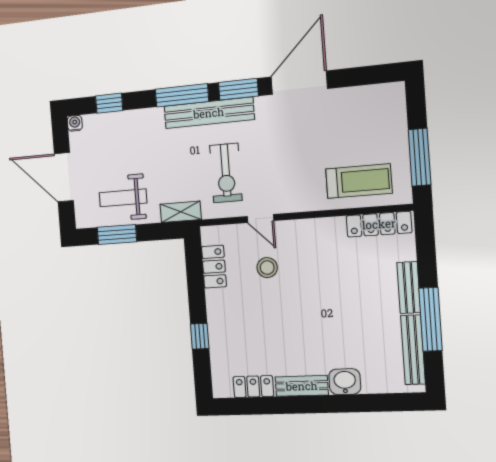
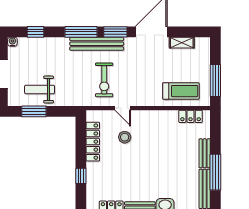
shelving: (181, 212) -> (182, 43), moved
locker: (379, 224) -> (191, 116), width x0.66
locker: (214, 267) -> (93, 142), width x1.53

